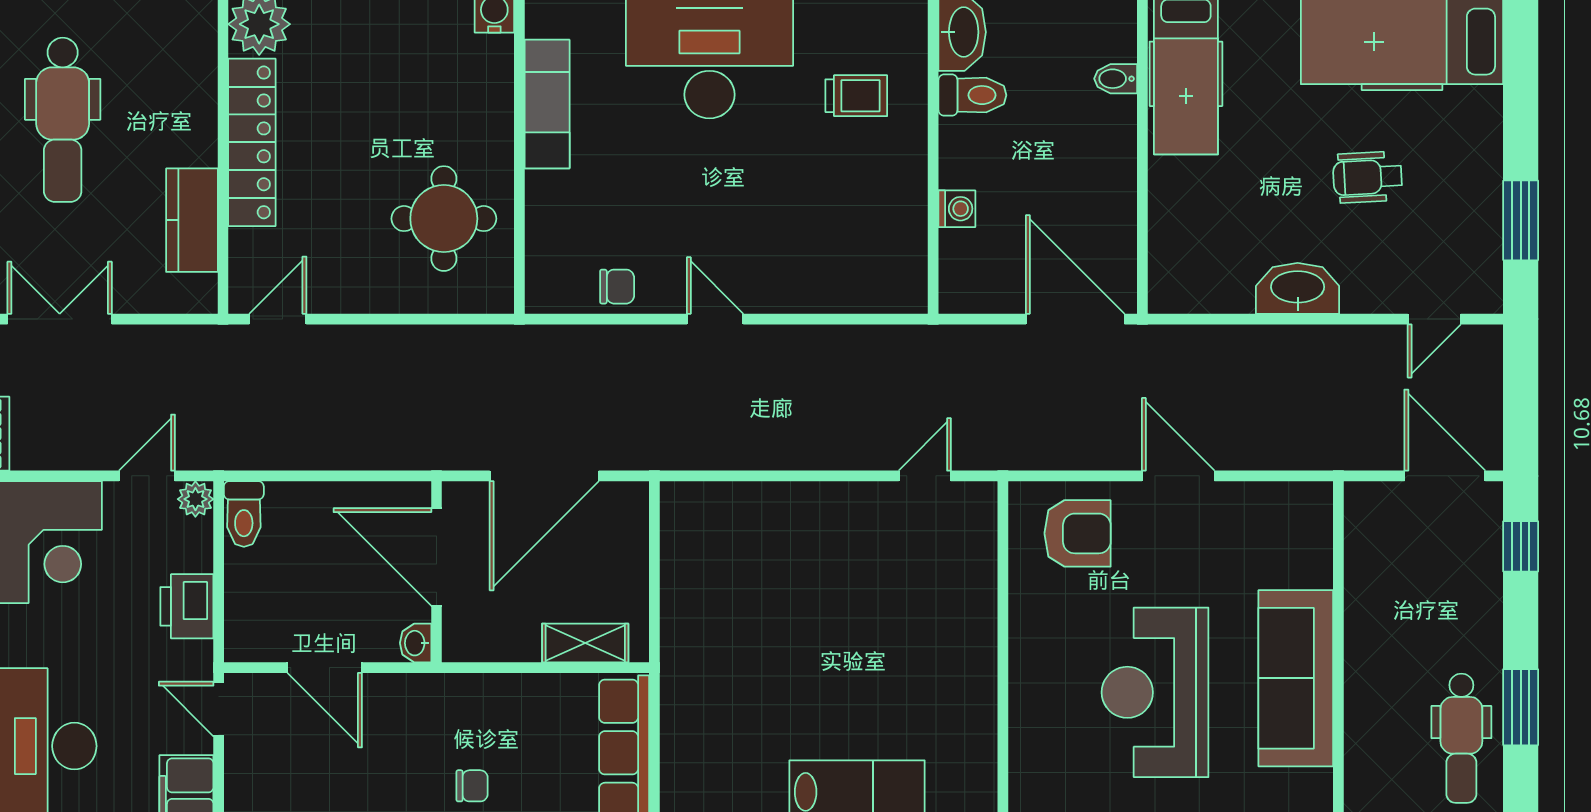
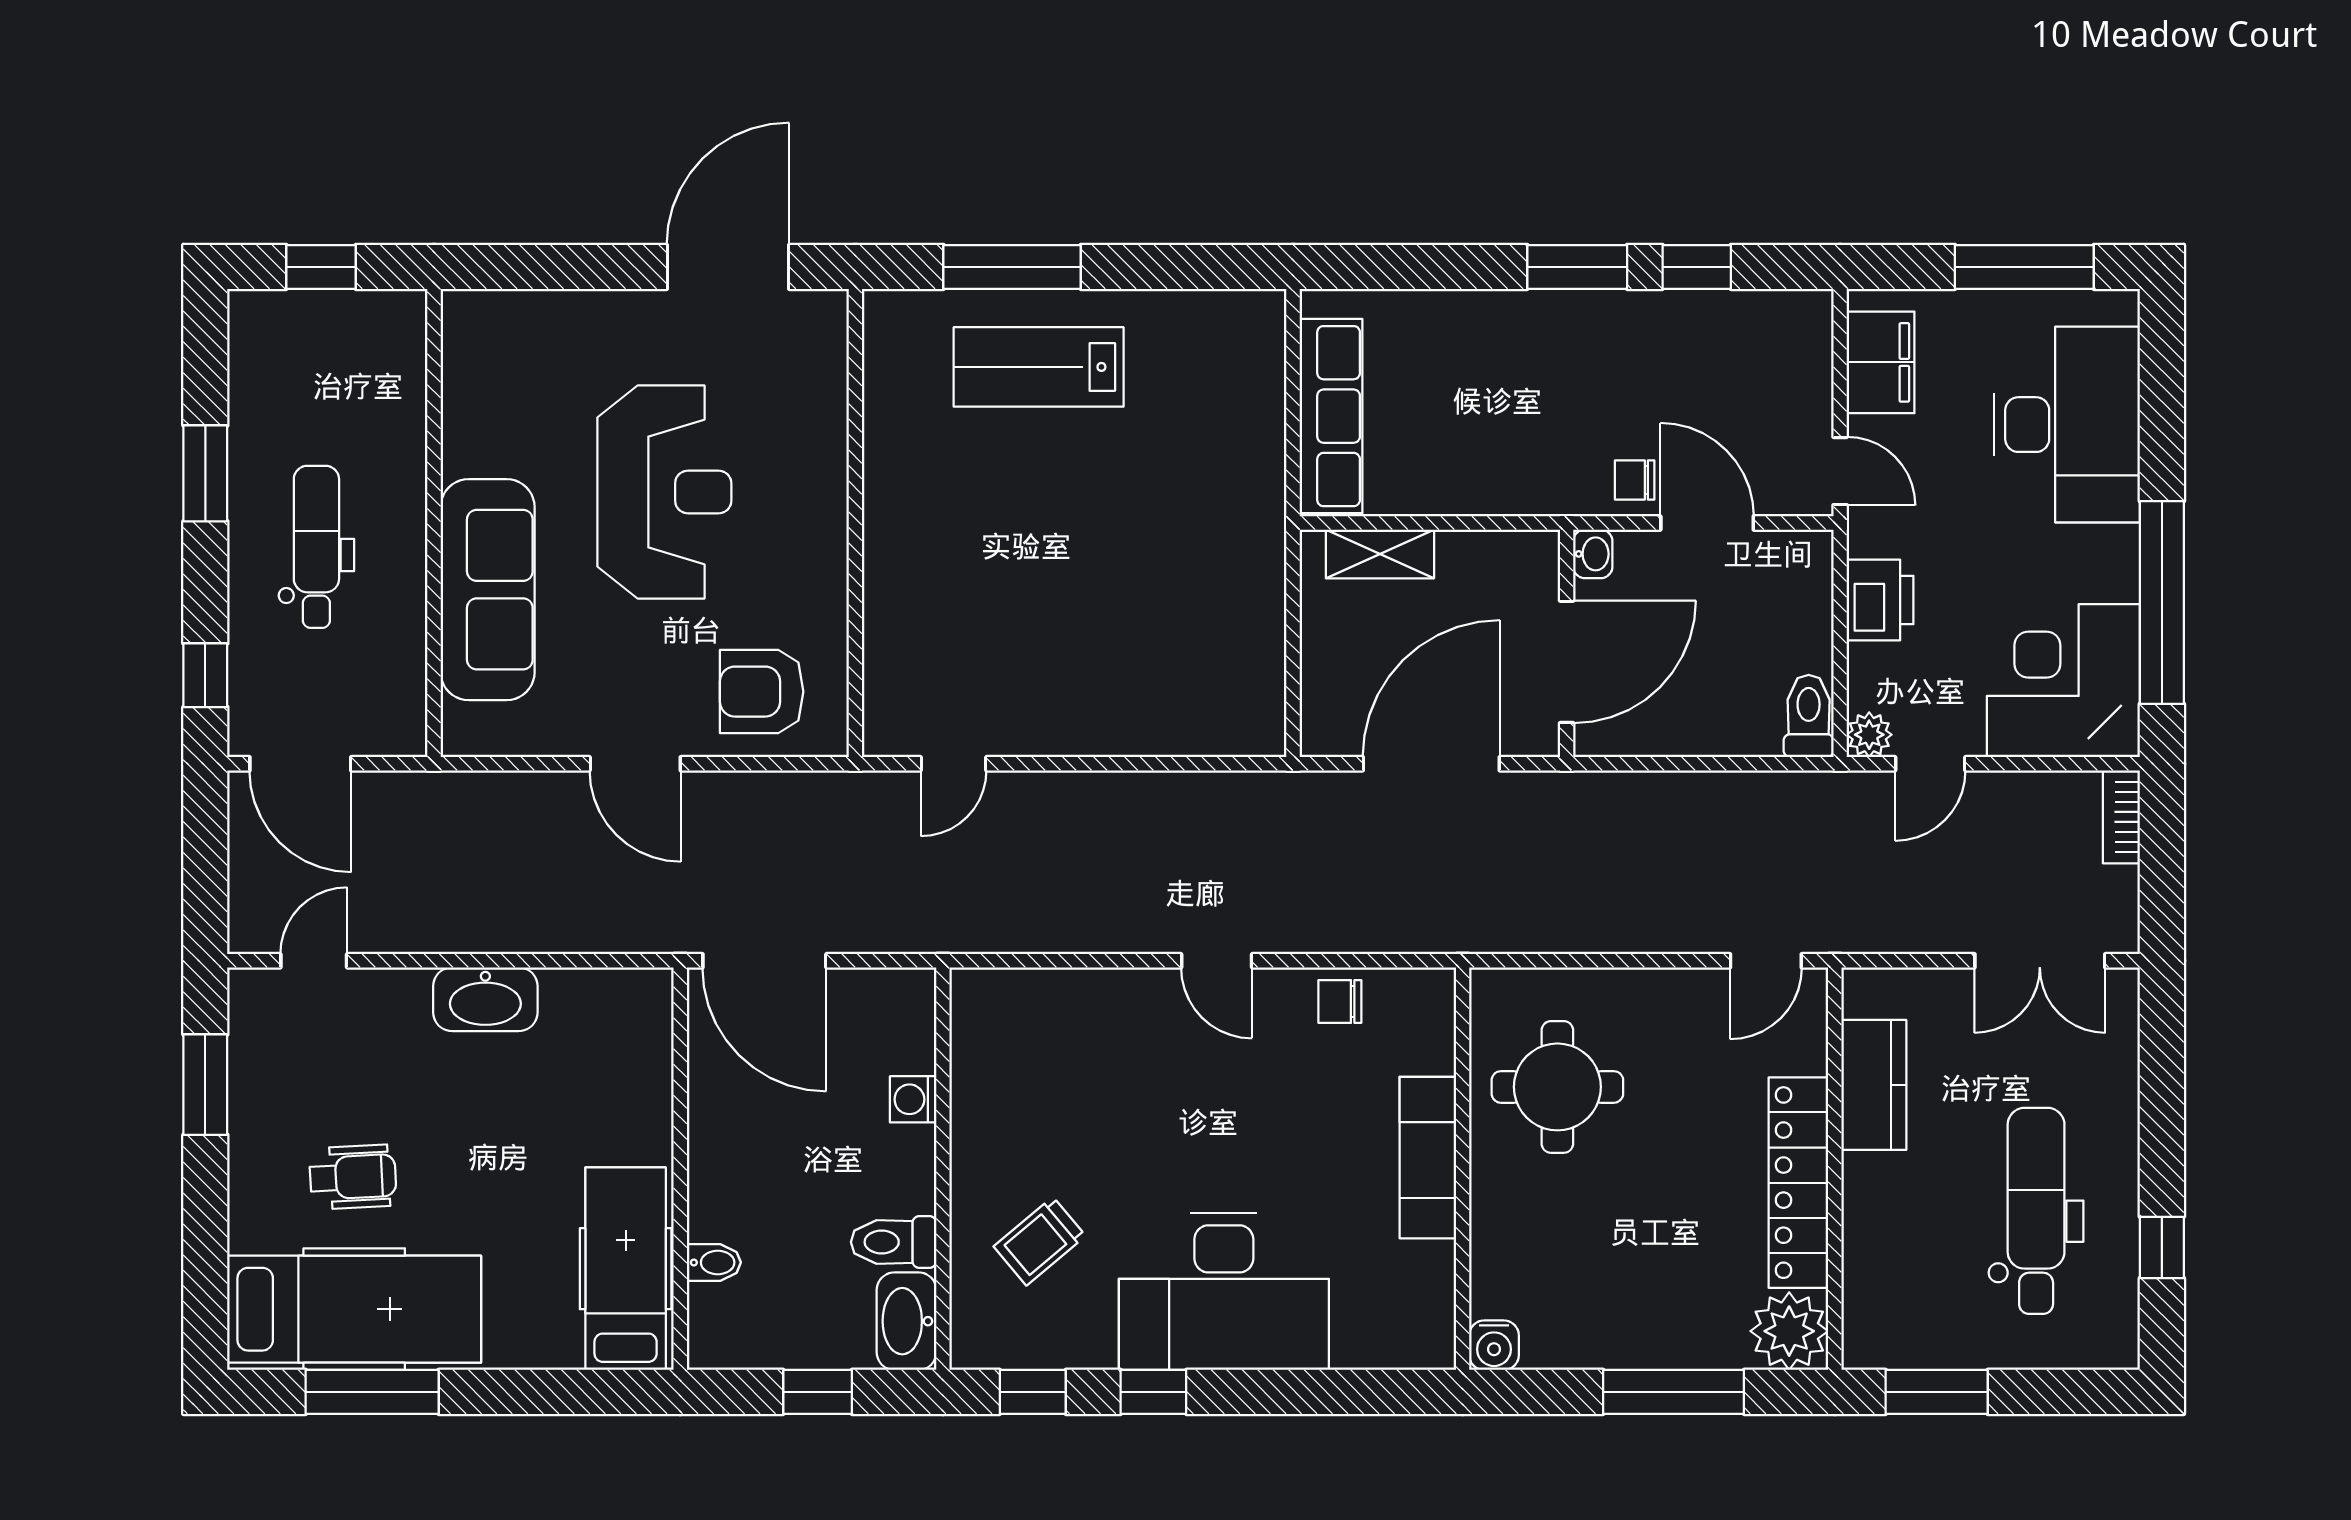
trolley: (856, 96) -> (1040, 1241), turned -40
exam couch: (547, 104) -> (1428, 1158), moved
wheelchair: (1367, 177) -> (353, 1177), moved
door: (436, 557) -> (1567, 662), hinge flipped
sofa: (1296, 678) -> (488, 590), moved
dental chair: (1461, 738) -> (316, 547), moved
chair: (472, 786) -> (1635, 480), moved

